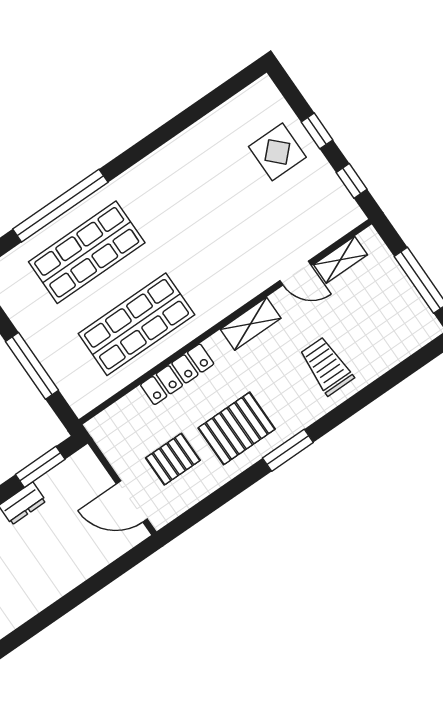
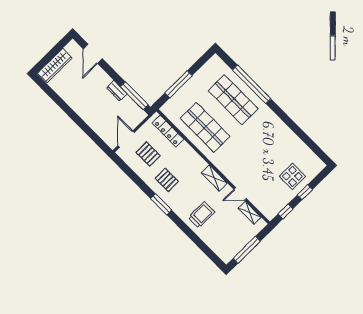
door: (296, 273) -> (240, 194), hinge flipped
locker: (177, 374) -> (168, 131), moved
pallet: (237, 428) -> (167, 180), width x0.67, depth x0.71
window: (40, 467) -> (134, 96), width x1.44

